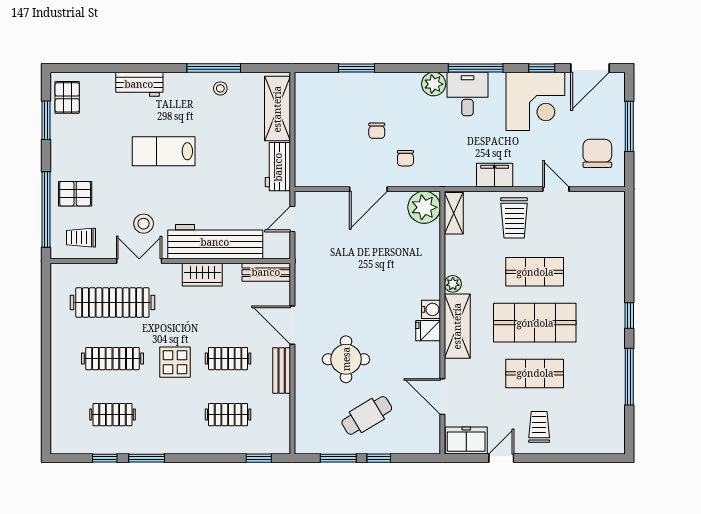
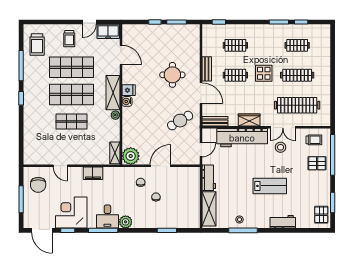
door: (590, 68) -> (42, 230), swing flipped
trolley: (514, 218) -> (37, 45), moved, turned 180
shop shelf: (535, 373) -> (72, 67), width x1.43, depth x1.36
cafe table: (367, 415) -> (180, 121), moved

